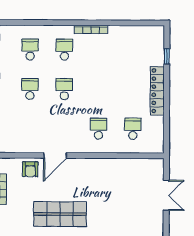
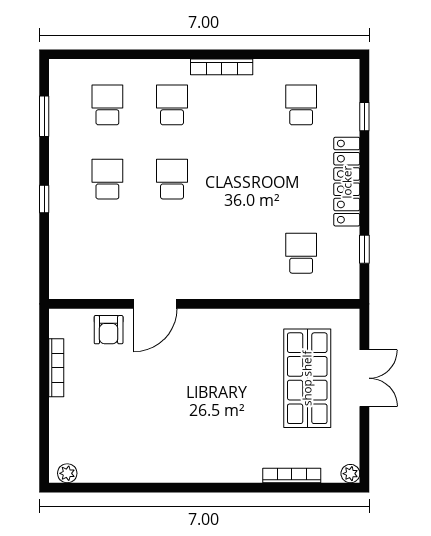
window: (166, 127) -> (364, 249), added
school desk: (98, 129) -> (301, 105), moved
shop shelf: (60, 214) -> (307, 378), moved, turned 90

